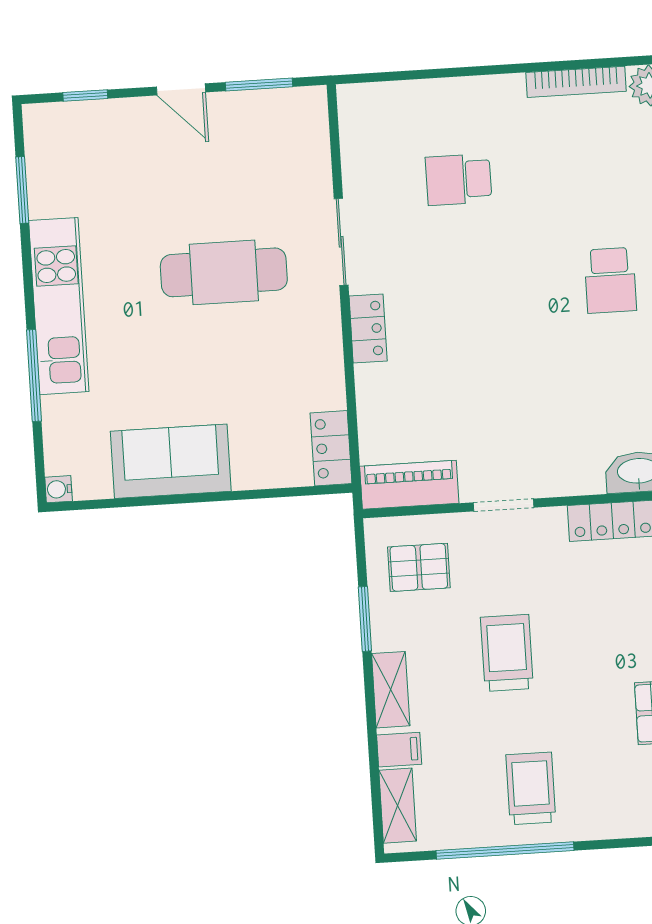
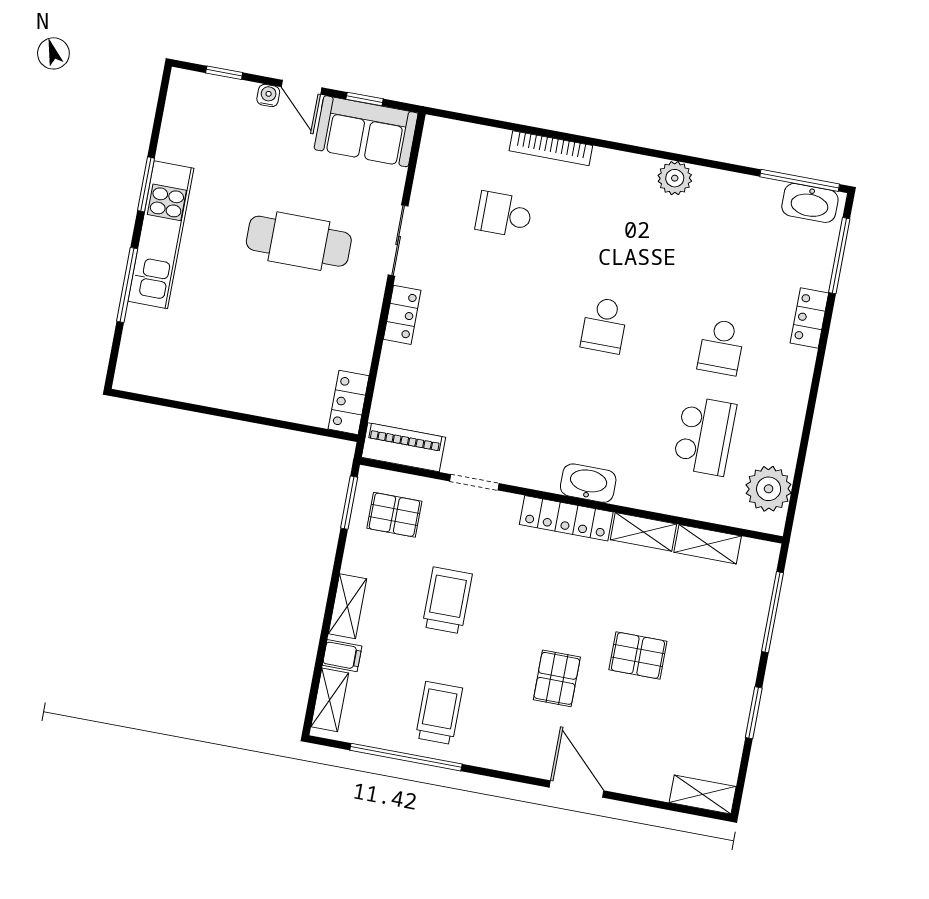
bookcase: (576, 82) -> (551, 148), moved
window: (259, 85) -> (365, 99), width x0.67
window: (22, 190) -> (146, 184), moved
sofa: (171, 461) -> (366, 131), moved, turned 180
water cooler: (59, 489) -> (268, 95), moved, turned 90
window: (365, 619) -> (349, 503), moved

